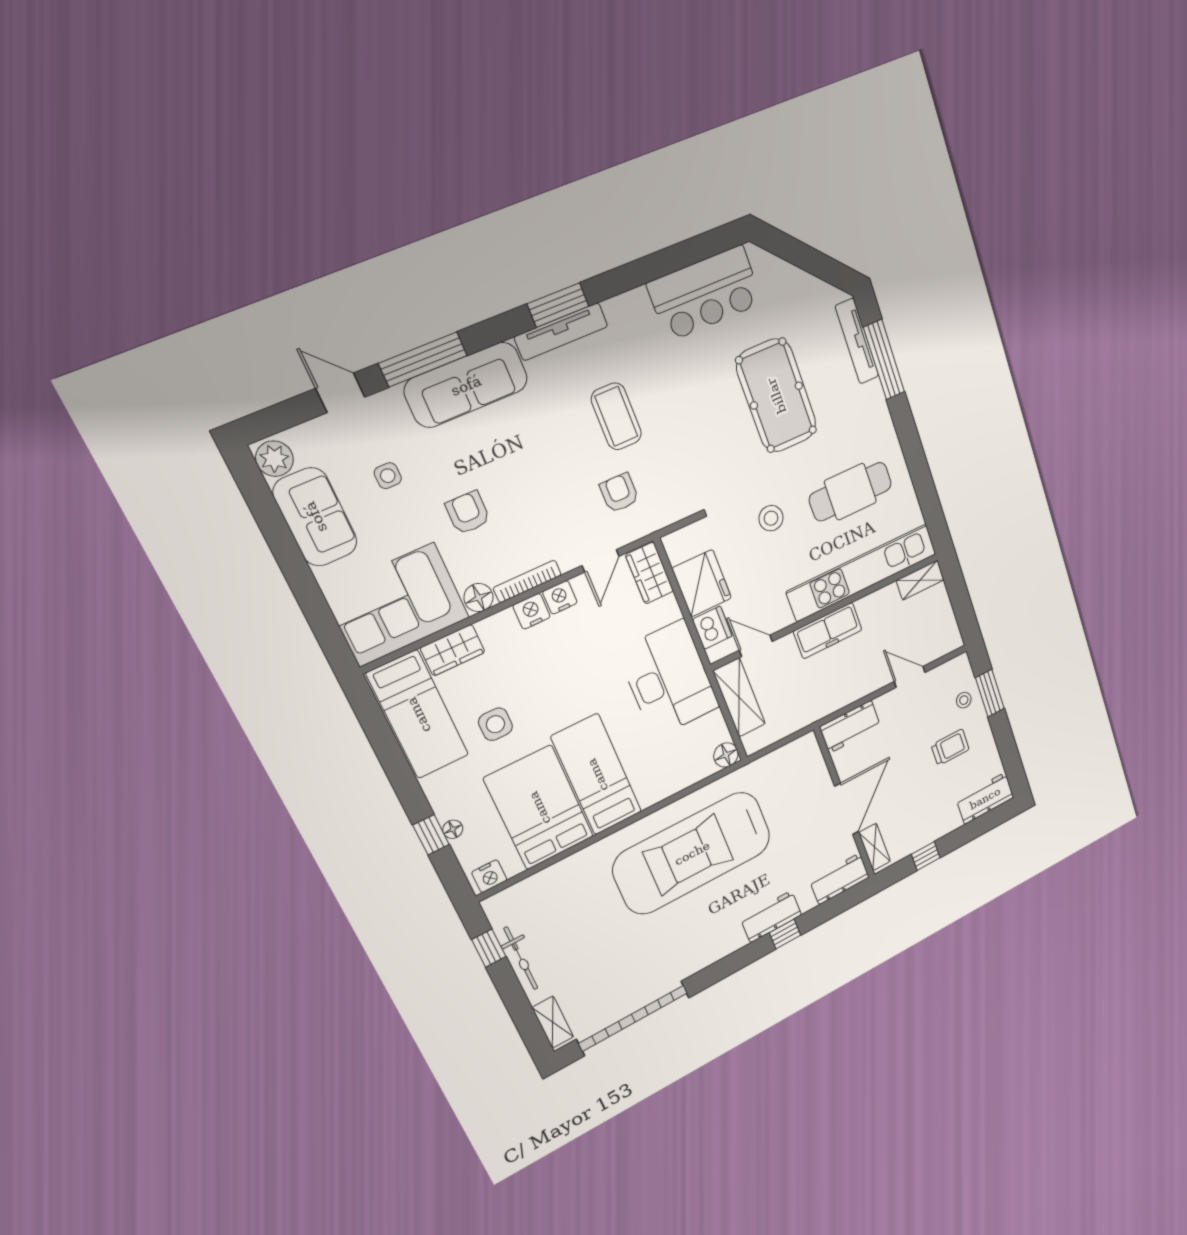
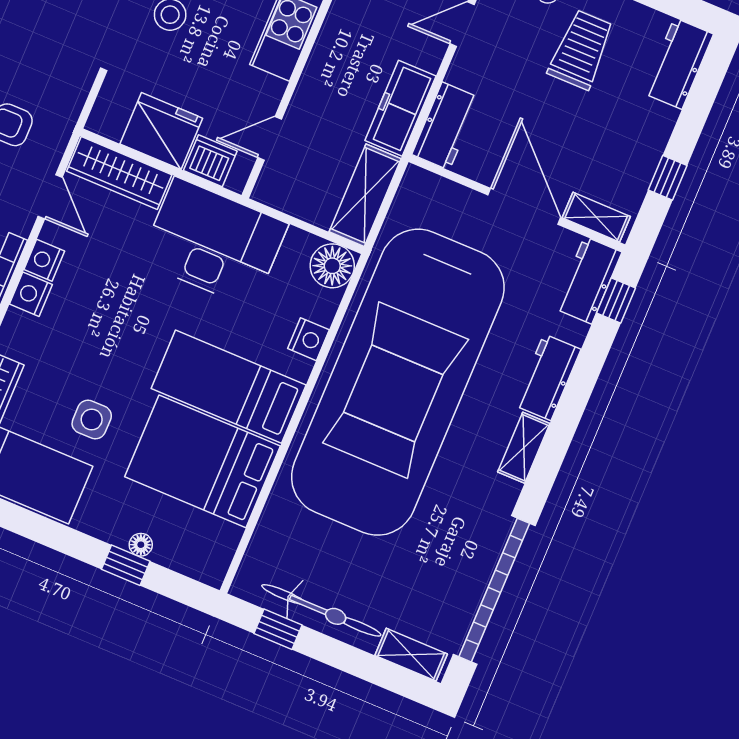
wardrobe: (650, 573) -> (119, 173), width x1.50
freezer: (828, 631) -> (400, 108), moved, turned 180
shelving: (739, 698) -> (365, 195), moved, turned 90
trolley: (950, 747) -> (581, 50), width x1.36, depth x1.39
floor lamp: (726, 755) -> (332, 266), width x1.38, depth x1.38
car: (692, 853) -> (398, 382), width x1.36, depth x1.48
nightstand: (489, 876) -> (308, 339), moved
window: (785, 934) -> (616, 300), moved
shelving: (723, 947) -> (524, 448), added
bicycle: (521, 958) -> (321, 610), width x1.37, depth x1.40

